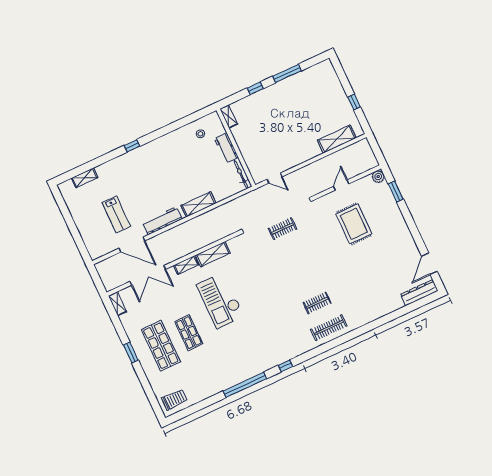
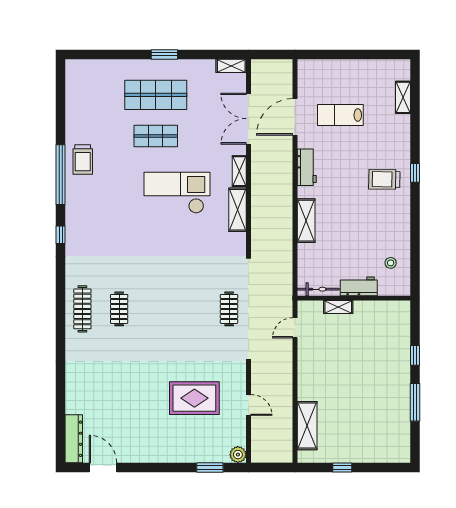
shelving: (229, 116) -> (338, 307), moved
trolley: (146, 164) -> (384, 179), added
workbench: (162, 221) -> (307, 167), width x0.73
trolley: (174, 400) -> (83, 159), moved

